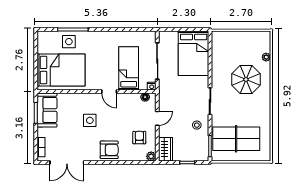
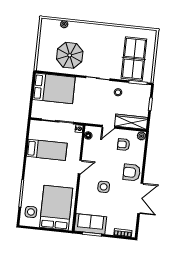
side table: (69, 42) -> (31, 212), moved
bed: (129, 68) -> (47, 150), moved, turned 180
parasol: (246, 79) -> (70, 55), moved
door: (157, 118) -> (108, 127), swing flipped
wardrobe: (166, 149) -> (131, 122), width x1.50
armchair: (109, 150) -> (132, 172), turned -90
double door: (67, 163) -> (140, 198), moved

